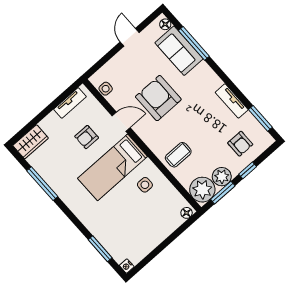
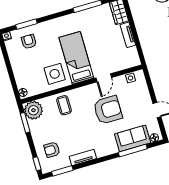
tv unit: (70, 103) -> (128, 35), moved
armchair: (87, 137) -> (29, 42), moved
window: (248, 170) -> (37, 164), moved
plant: (222, 177) -> (36, 127), removed
side table: (145, 185) -> (55, 74), width x1.87, depth x1.87

